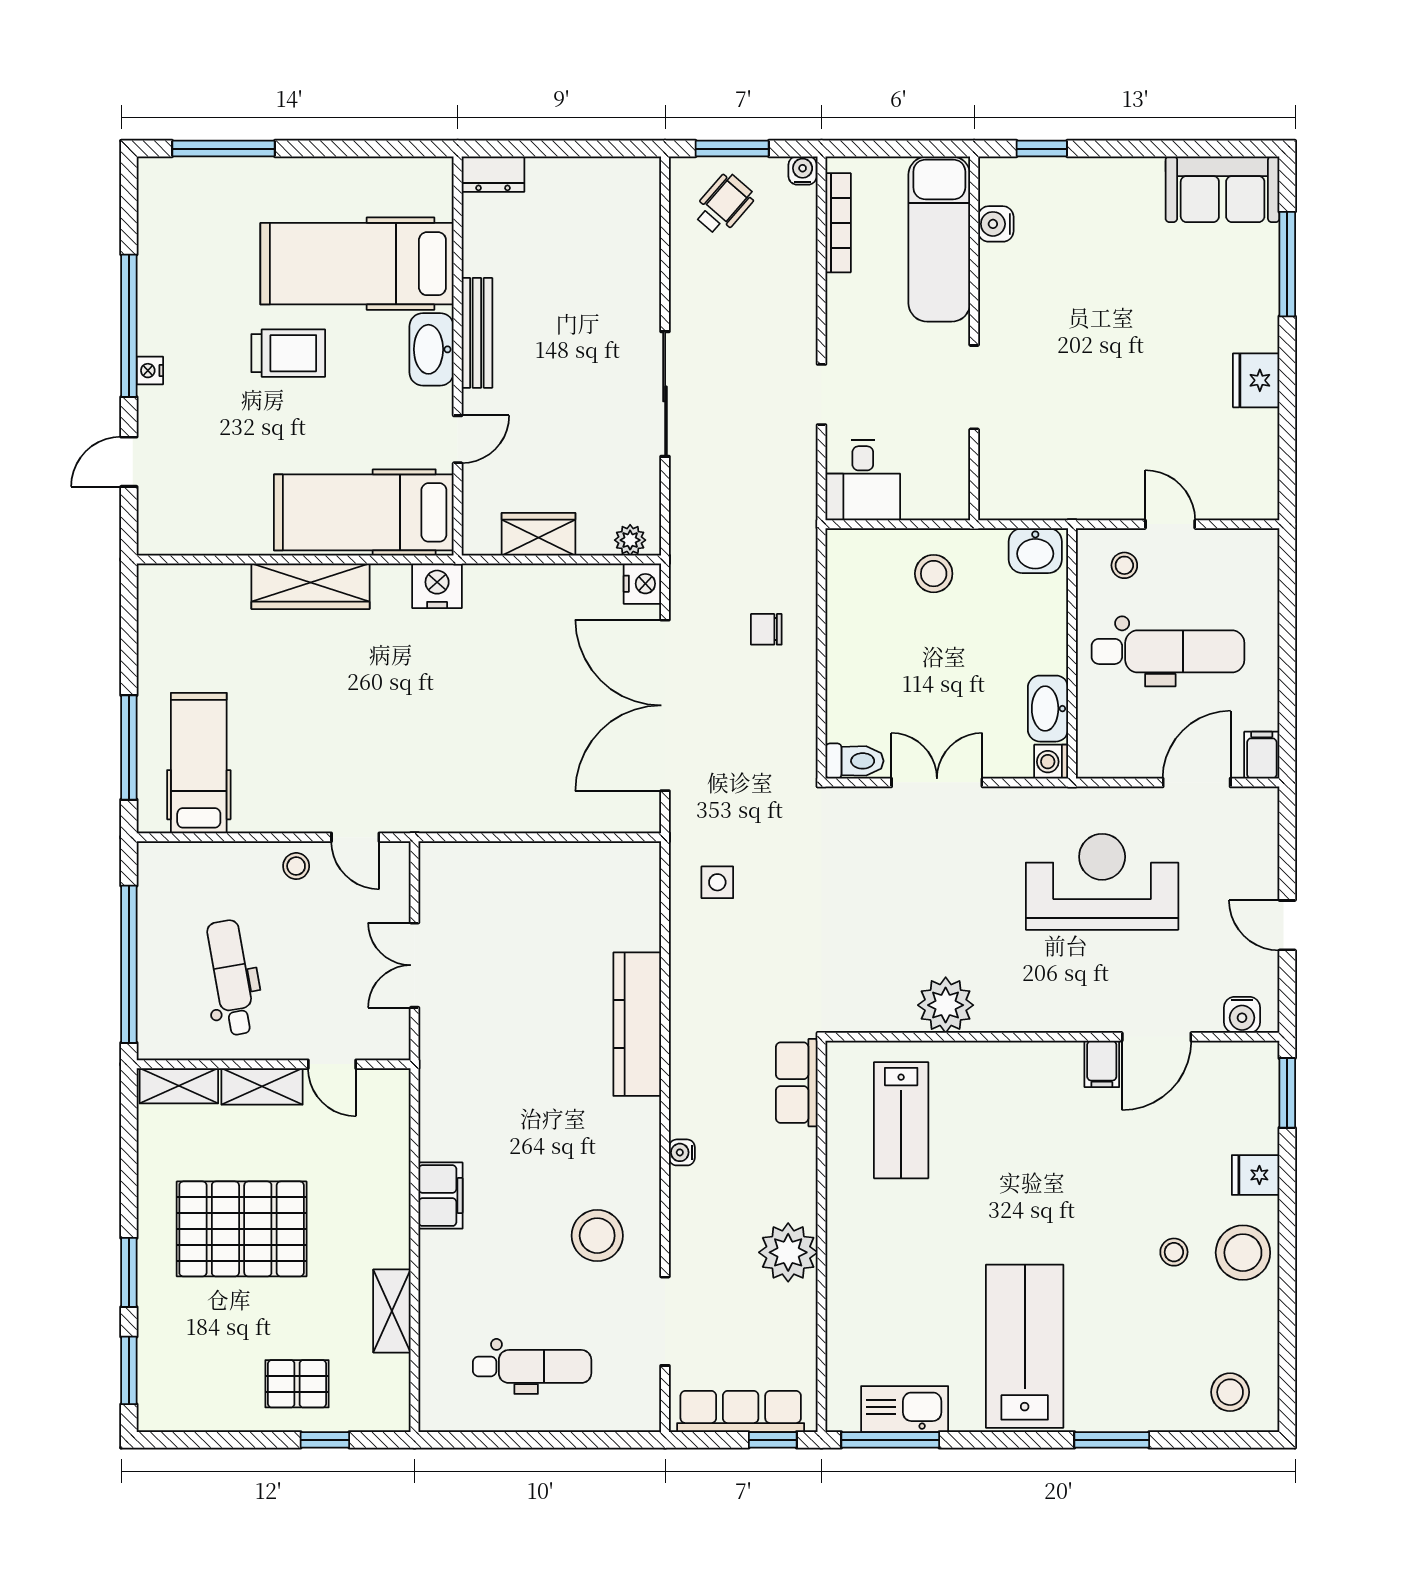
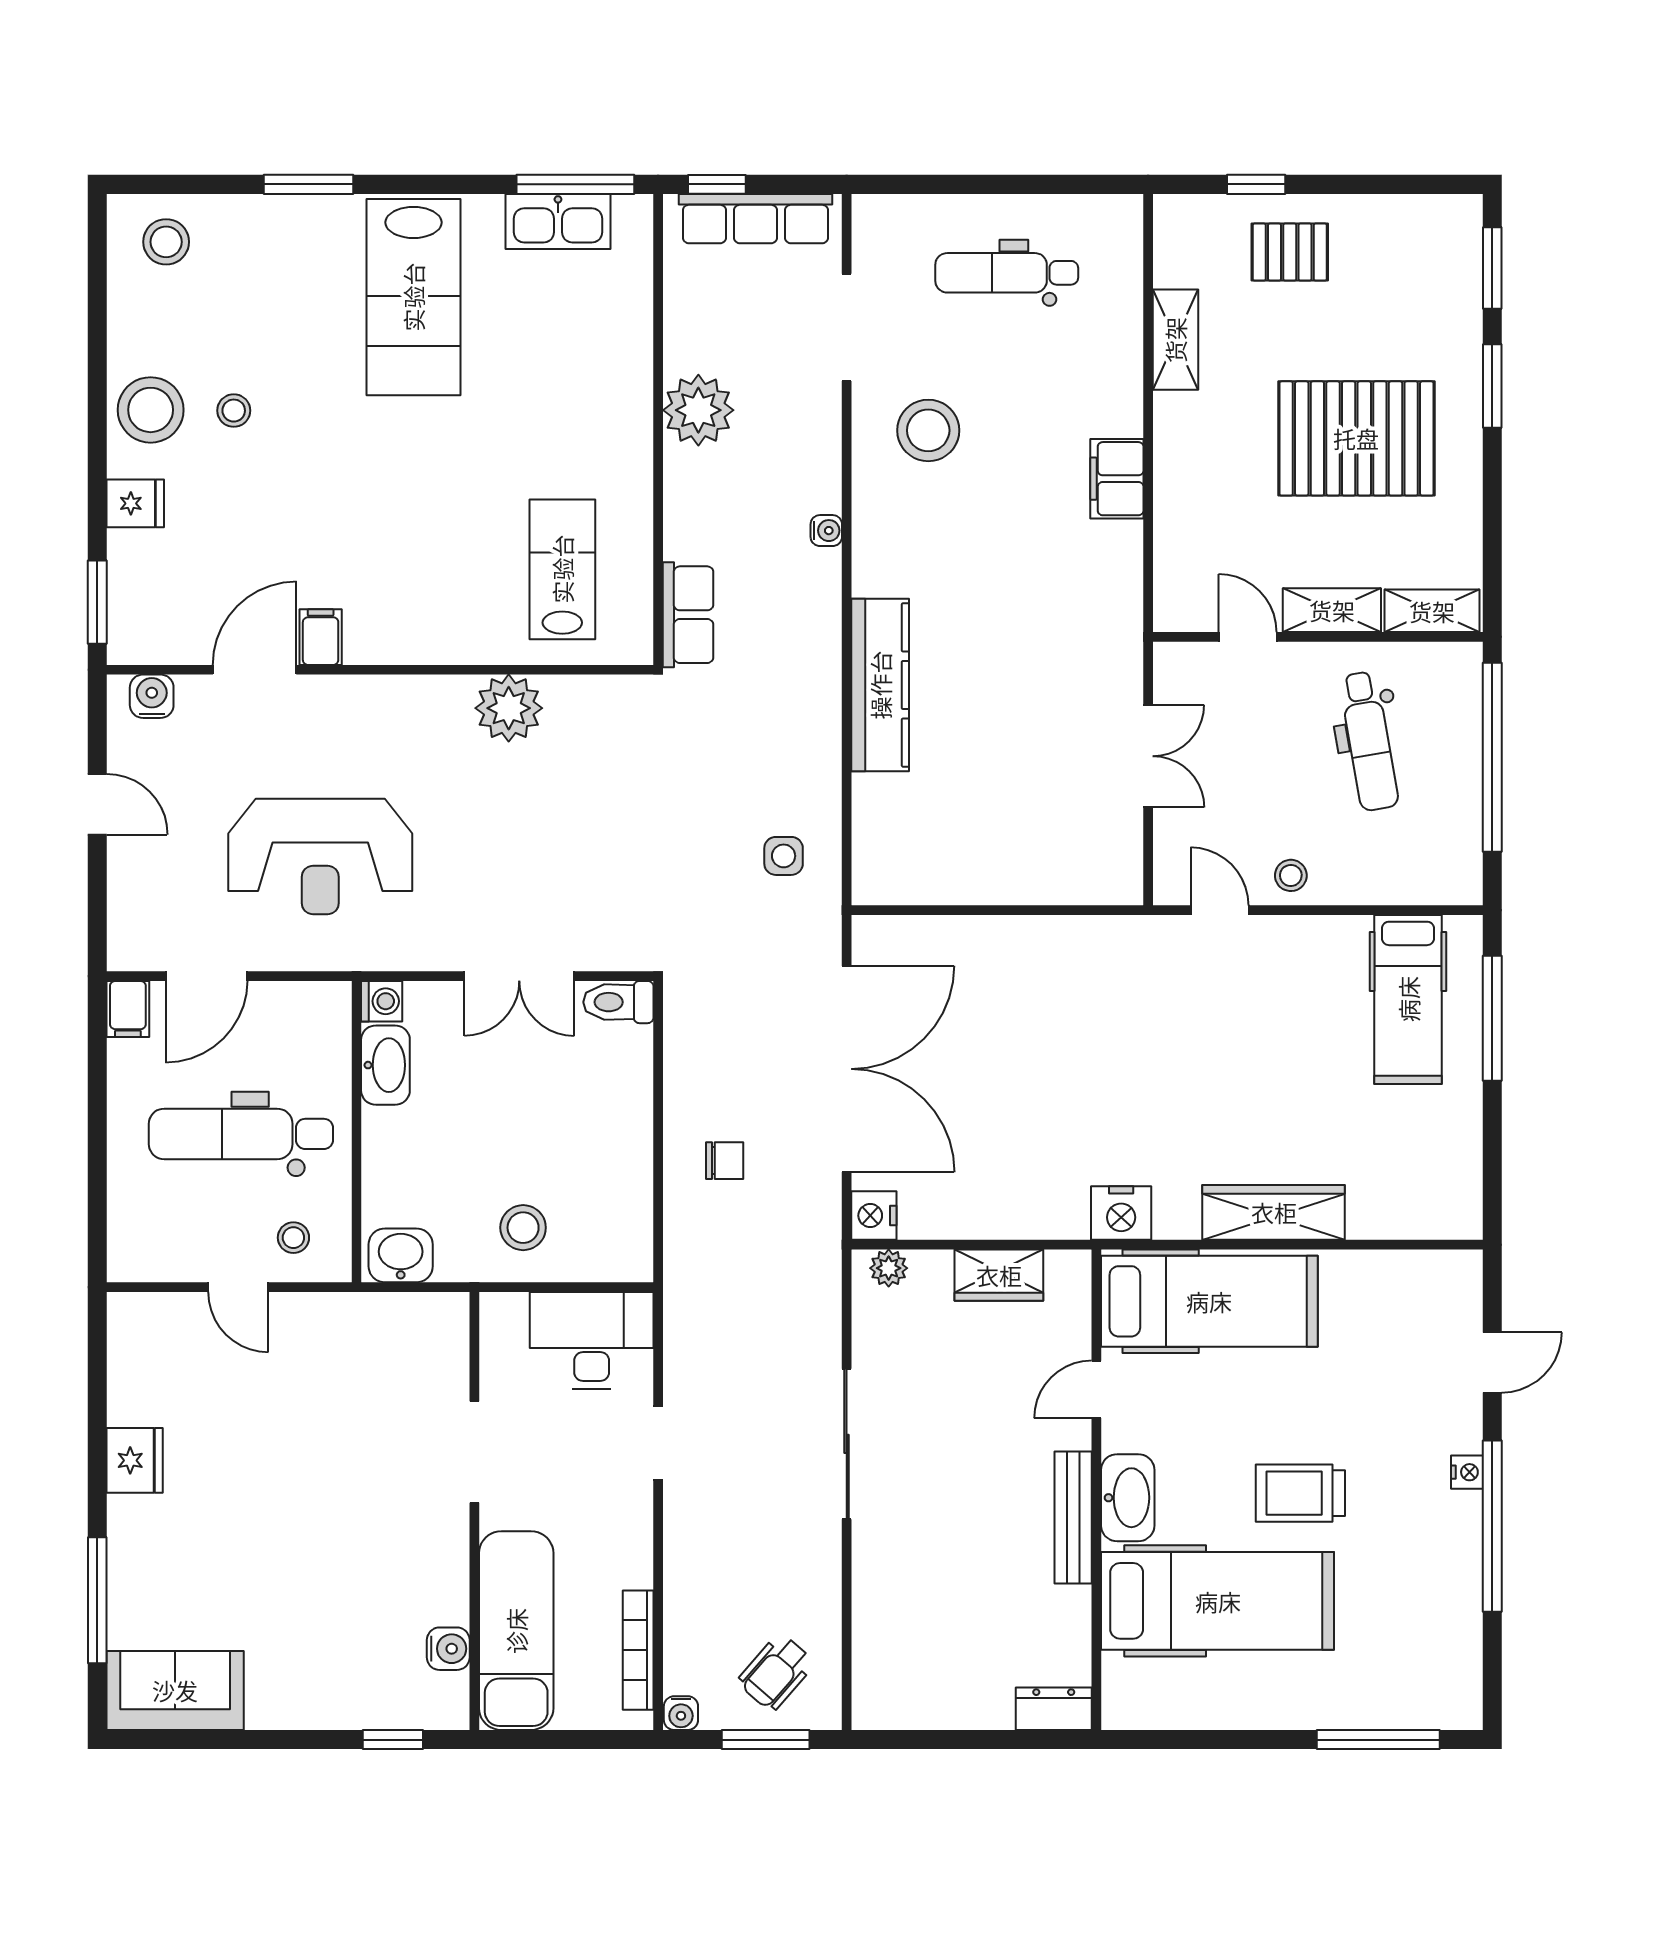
desk: (863, 480) -> (592, 1340), width x1.37

